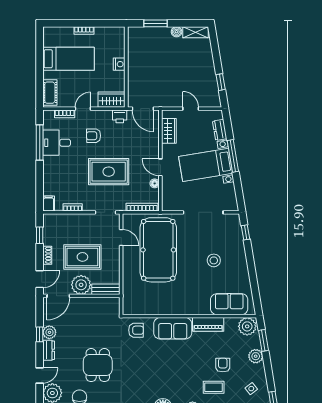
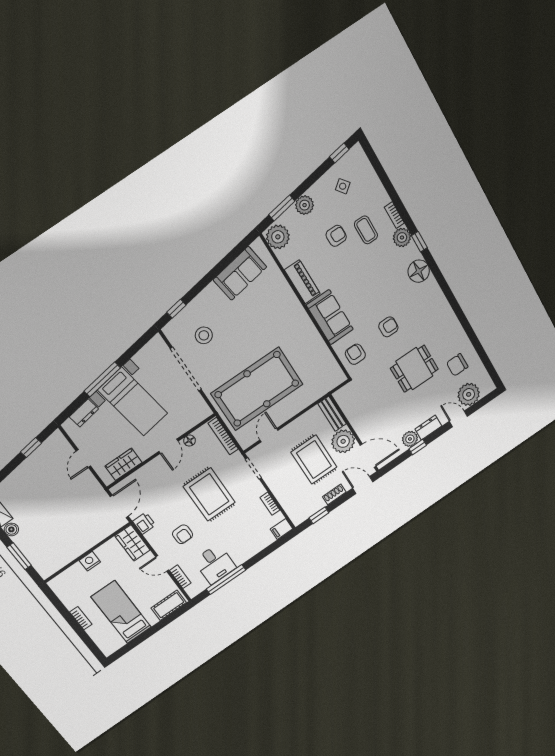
stool: (214, 260) -> (204, 335), moved
sofa: (229, 304) -> (240, 273), moved, turned -99
armchair: (139, 364) -> (388, 327), added
armchair: (223, 365) -> (336, 236), turned 180

